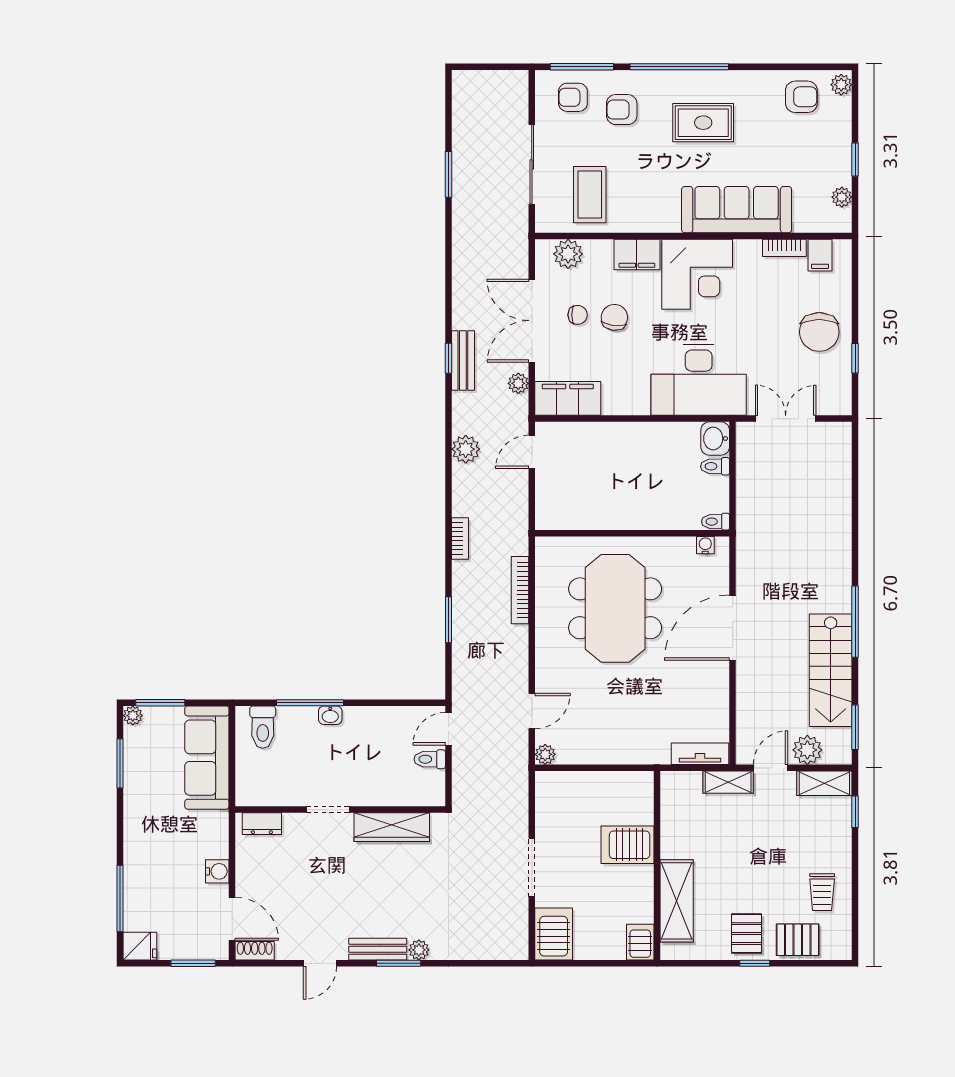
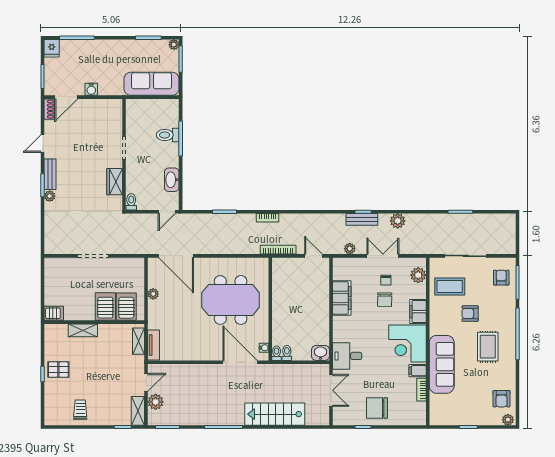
armchair: (622, 110) -> (470, 313), moved, turned -90
plant: (842, 197) -> (448, 420), removed
filing cabinet: (820, 255) -> (418, 371), moved
chair: (614, 317) -> (385, 300), turned 84
double door: (532, 321) -> (383, 256), width x0.73
desk: (699, 380) -> (347, 356), width x0.53, depth x0.77
filing cabinet: (568, 398) -> (342, 298), moved
plant: (466, 449) -> (398, 221), moved
toilet: (715, 466) -> (287, 353), moved
bookcase: (520, 590) -> (278, 250), moved
door: (733, 628) -> (240, 362), moved
stairs: (831, 670) -> (275, 414), moved
door: (532, 711) -> (176, 256), width x1.87
washbasin: (330, 715) -> (172, 180), moved, width x1.91, depth x1.45
toilet: (263, 727) -> (168, 135), moved
door: (448, 729) -> (167, 212), swing flipped
plant: (545, 754) -> (153, 294), moved
toilet: (430, 759) -> (131, 202), moved
door: (771, 768) -> (146, 382), hinge flipped
shelving: (728, 782) -> (138, 341), moved
dresser: (262, 824) -> (117, 113), removed
wardrobe: (392, 827) -> (115, 182), width x0.67
trolley: (822, 892) -> (80, 410), turned 90
shelving: (677, 901) -> (83, 330), width x0.67, depth x0.75
server rack: (554, 934) -> (126, 307), moved, turned -90
pallet: (798, 940) -> (55, 397), removed
door: (320, 963) -> (43, 144), hinge flipped

